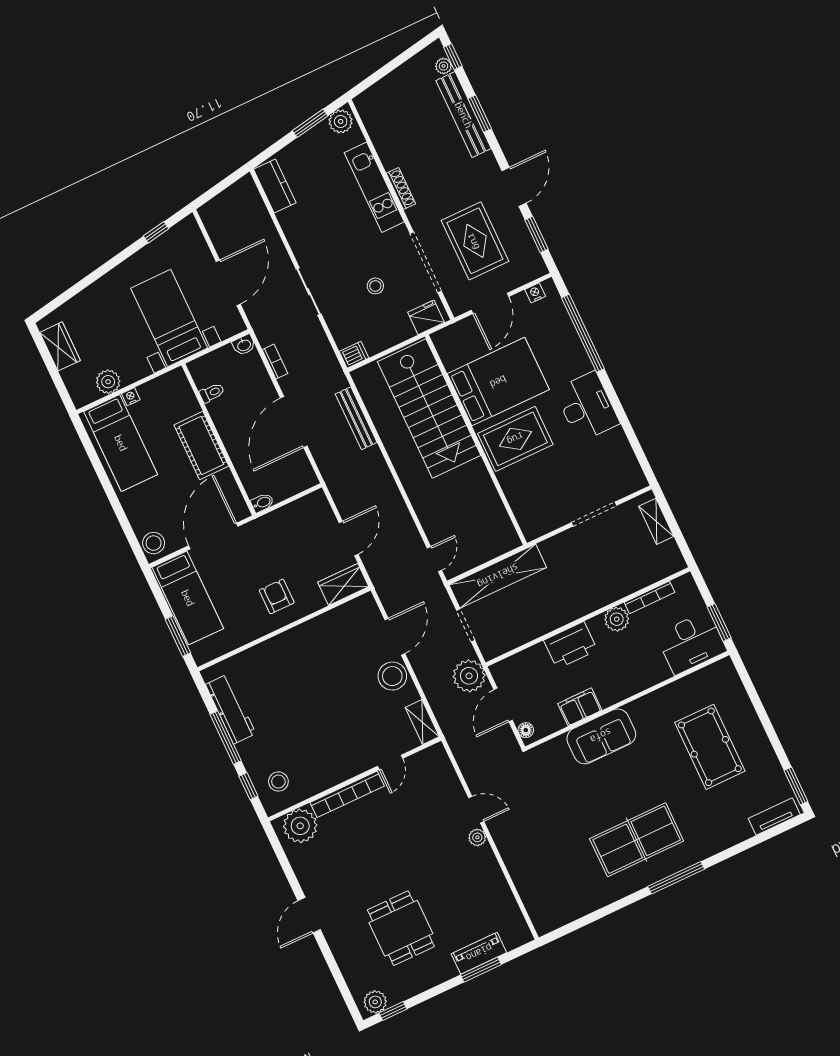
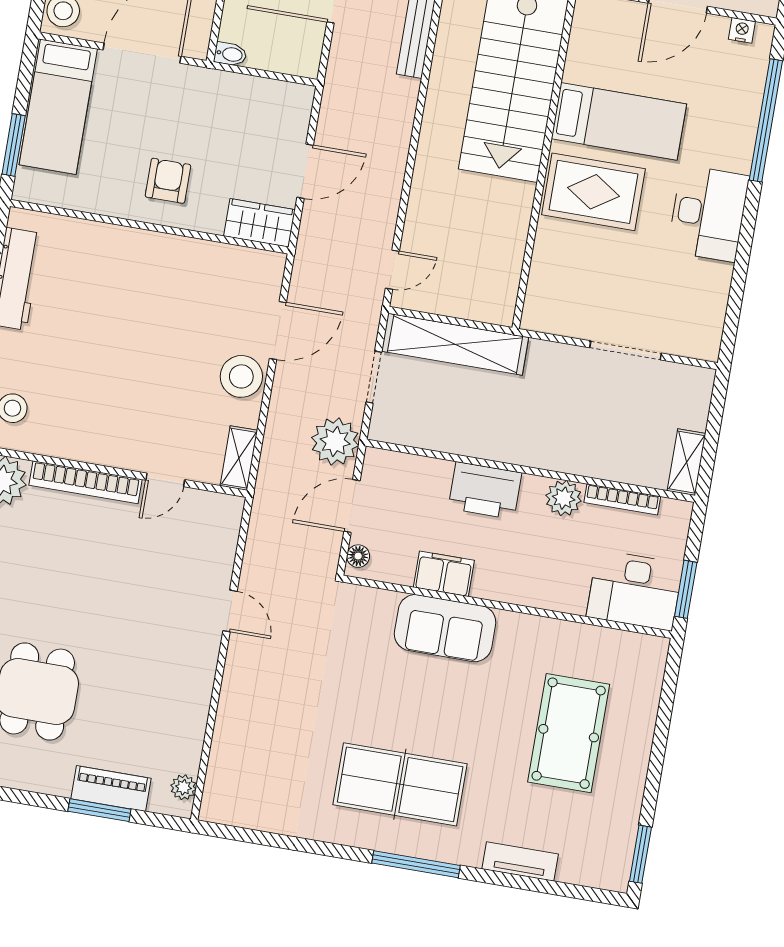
bed: (498, 382) -> (619, 121), width x0.67
shelving: (656, 521) -> (687, 462), moved
tv unit: (774, 817) -> (520, 861), moved
plant: (477, 837) -> (183, 787), moved

